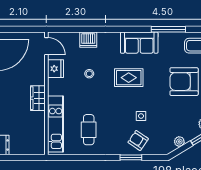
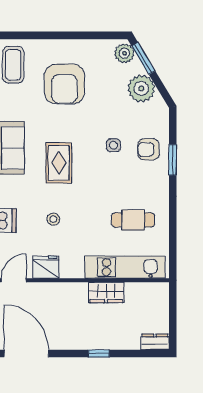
wardrobe: (38, 98) -> (106, 293), moved
armchair: (138, 140) -> (149, 149), turned 56
plant: (179, 142) -> (141, 88), width x1.88, depth x1.88

